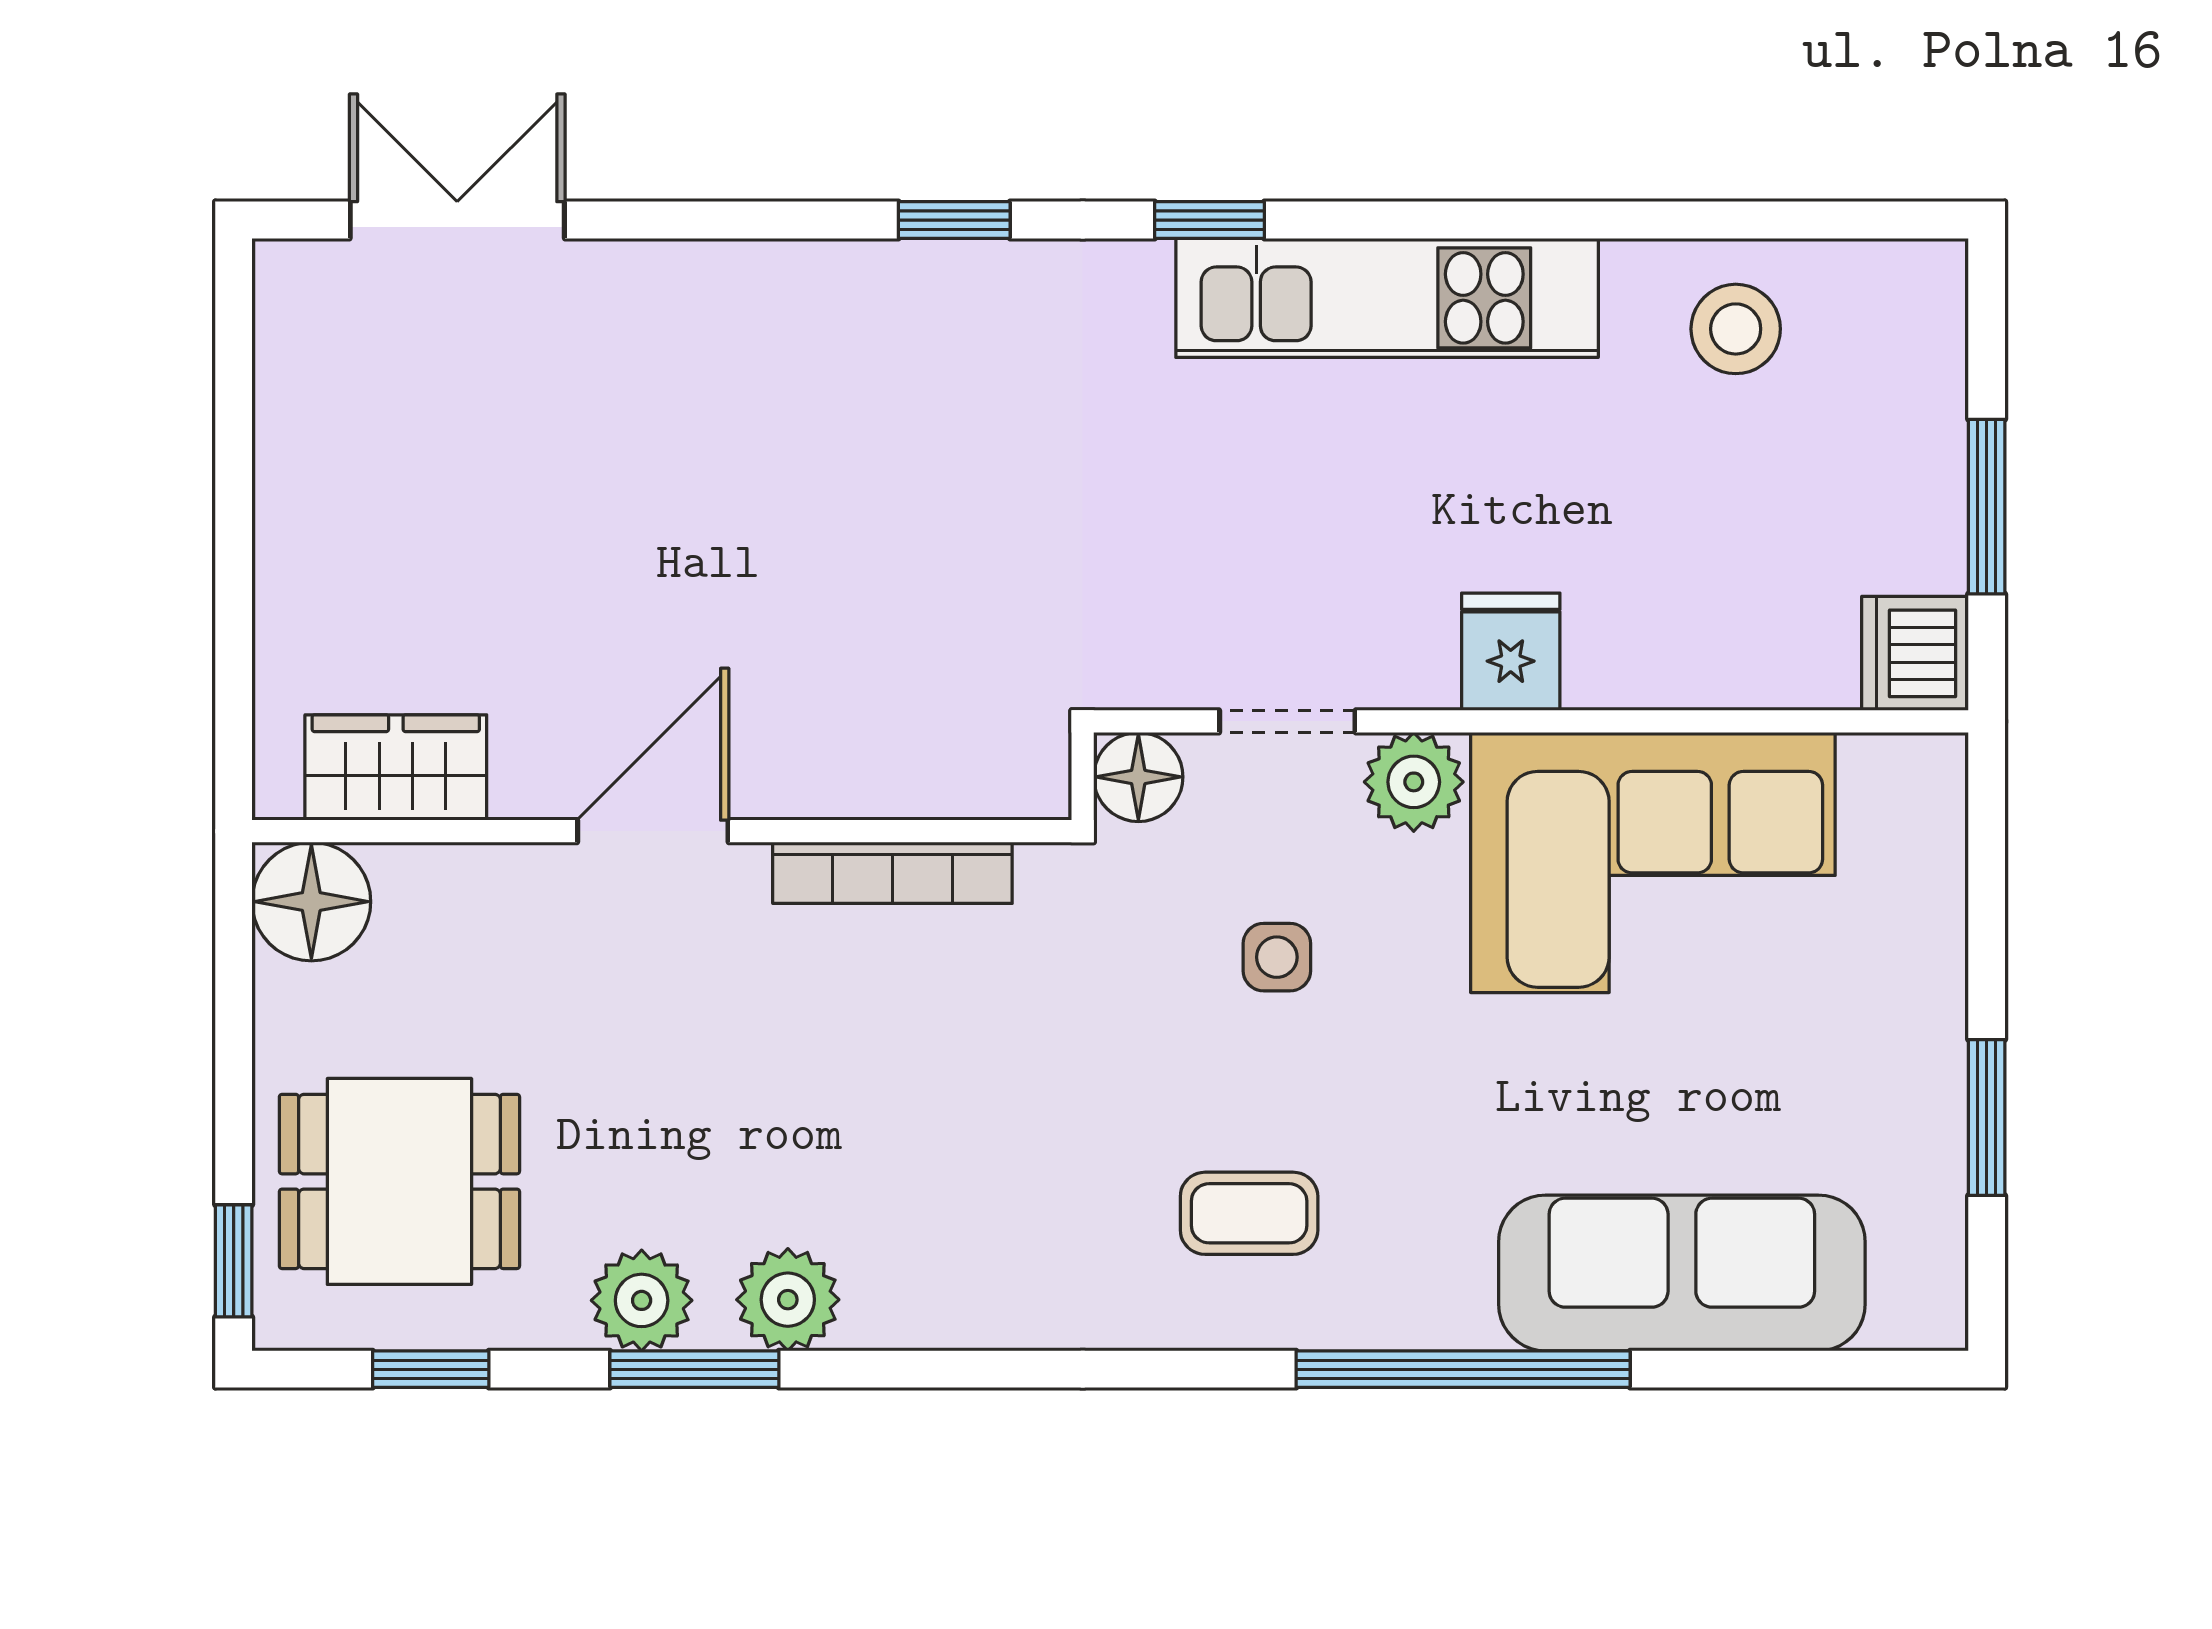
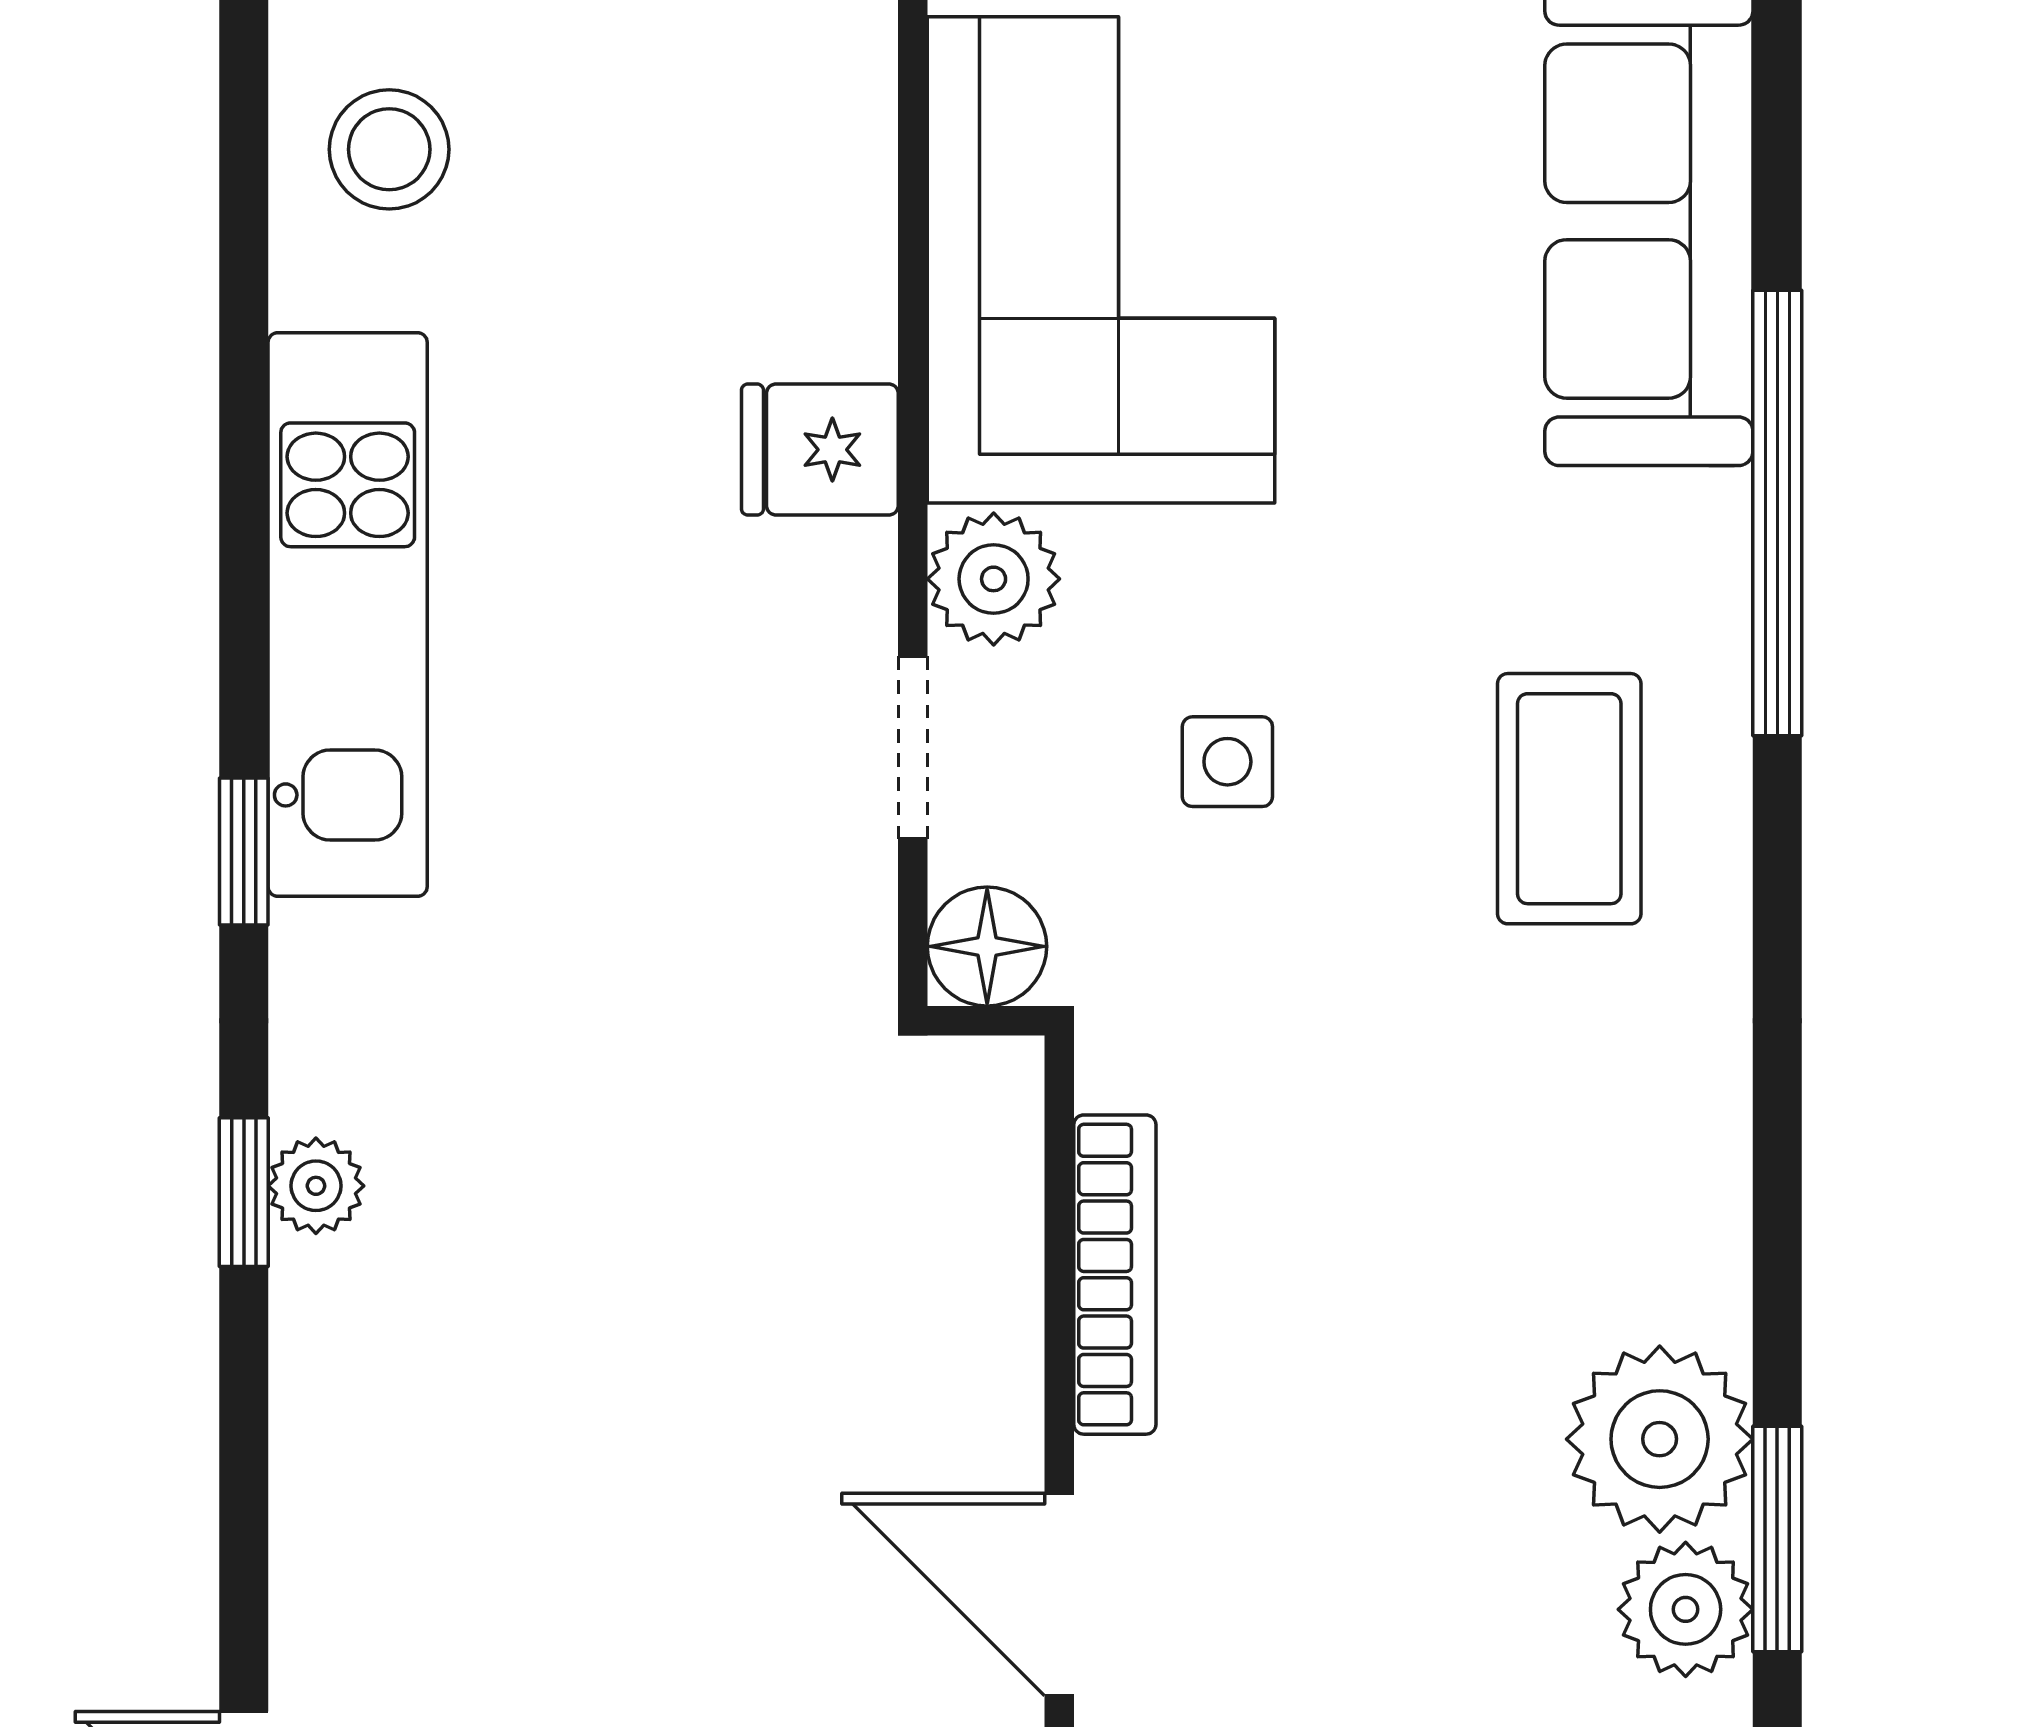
plant: (959, 274) -> (316, 1186), added
coffee table: (1249, 1213) -> (1569, 799), width x1.36, depth x1.30
plant: (788, 1300) -> (1660, 1439), width x1.36, depth x1.36

